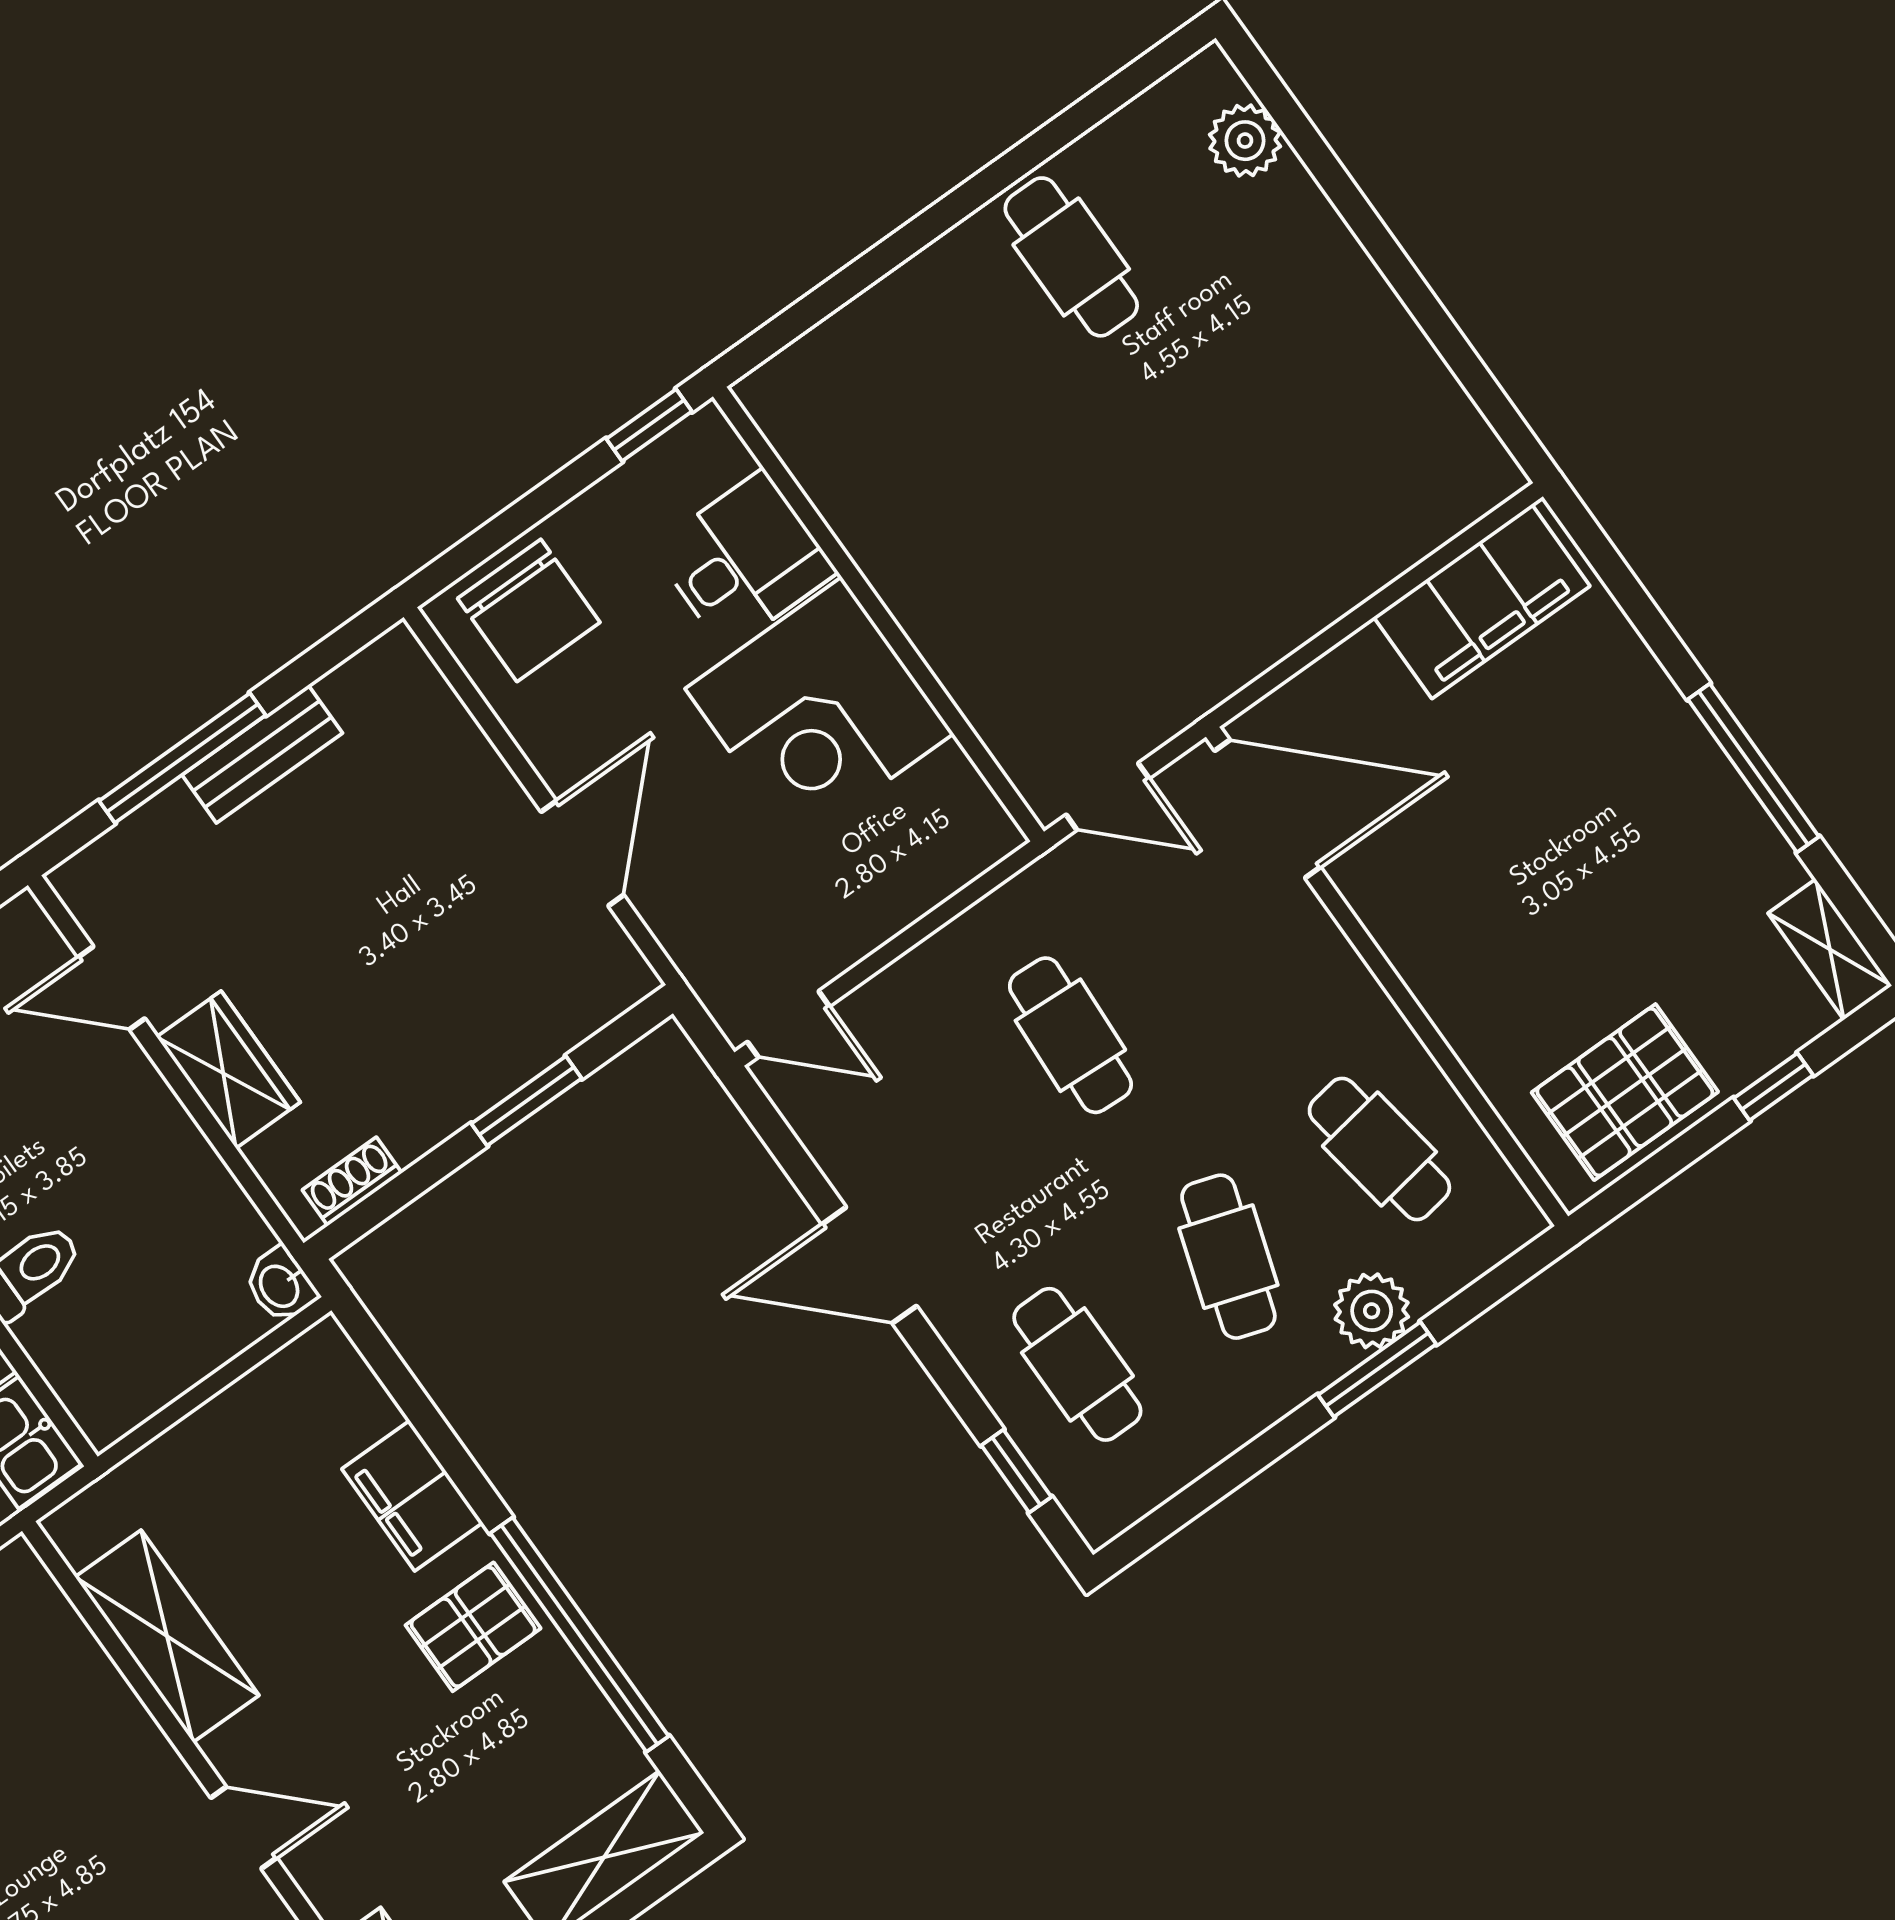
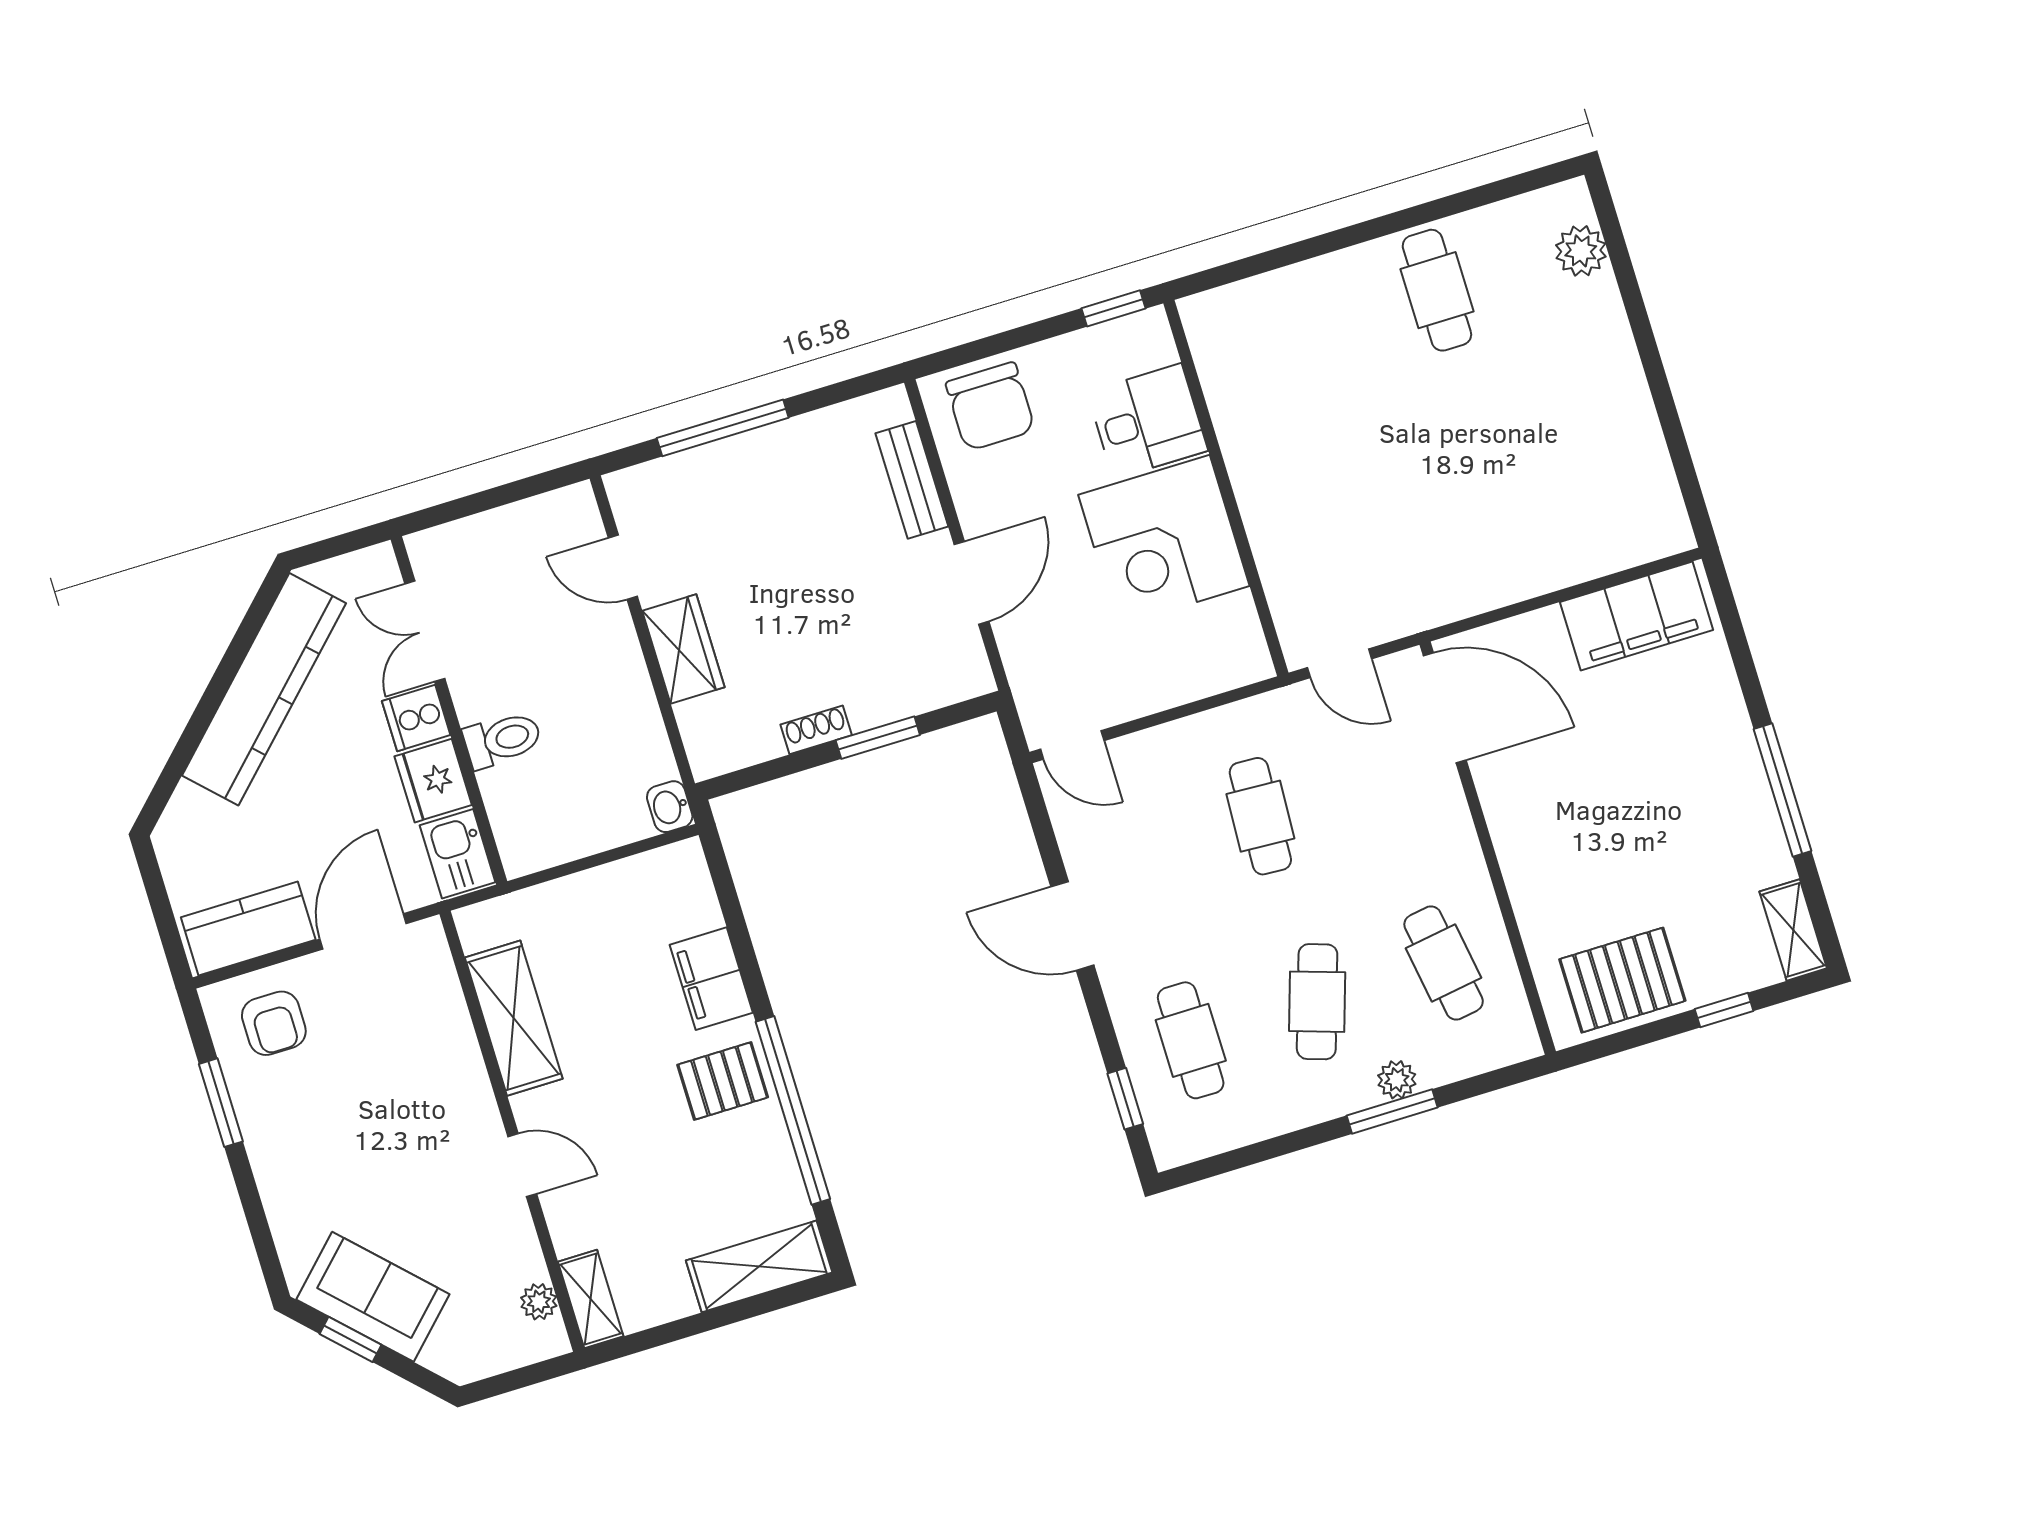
bench: (262, 754) -> (912, 480), moved, turned 90
shoe rack: (352, 1181) -> (816, 730), moved
plant: (1372, 1311) -> (1397, 1080), width x0.73, depth x0.73

